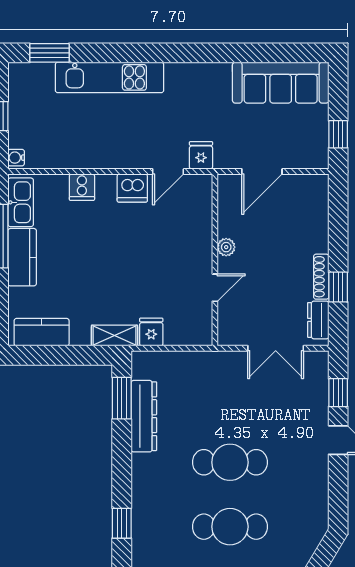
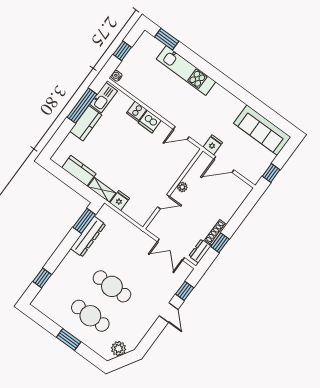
fridge: (201, 155) -> (213, 145), moved
dishwasher: (132, 188) -> (150, 122), moved
kitchen counter: (42, 332) -> (79, 171), moved
plant: (304, 544) -> (119, 349), added

